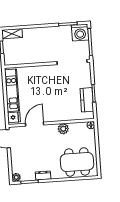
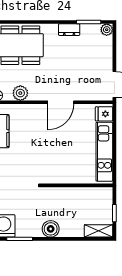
boiler: (46, 33) -> (51, 229), added
door: (35, 124) -> (61, 102), moved
plant: (63, 129) -> (20, 93), moved

